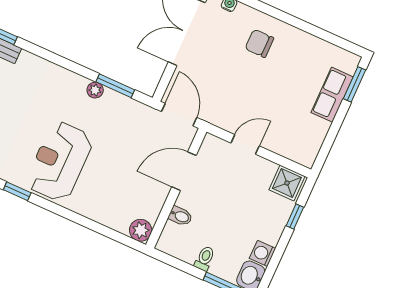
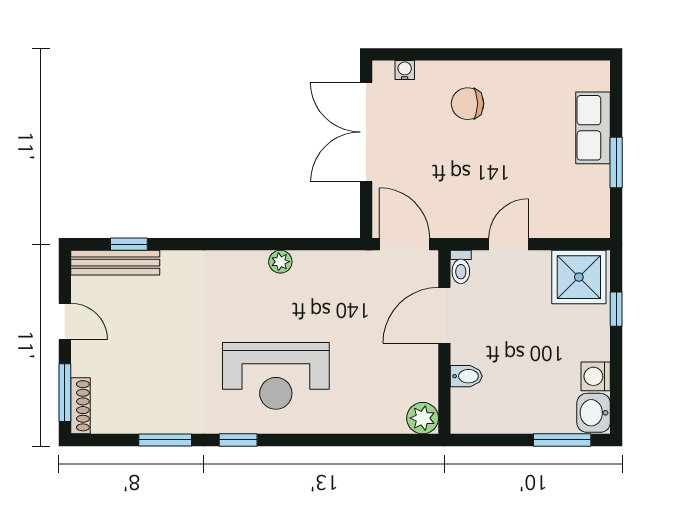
window: (355, 84) -> (616, 162), moved
window: (115, 86) -> (304, 244), removed
reception desk: (59, 161) -> (276, 376), turned -90
shower: (287, 183) -> (579, 277), width x1.36, depth x1.36
toilet: (205, 258) -> (461, 267), moved, turned 180

